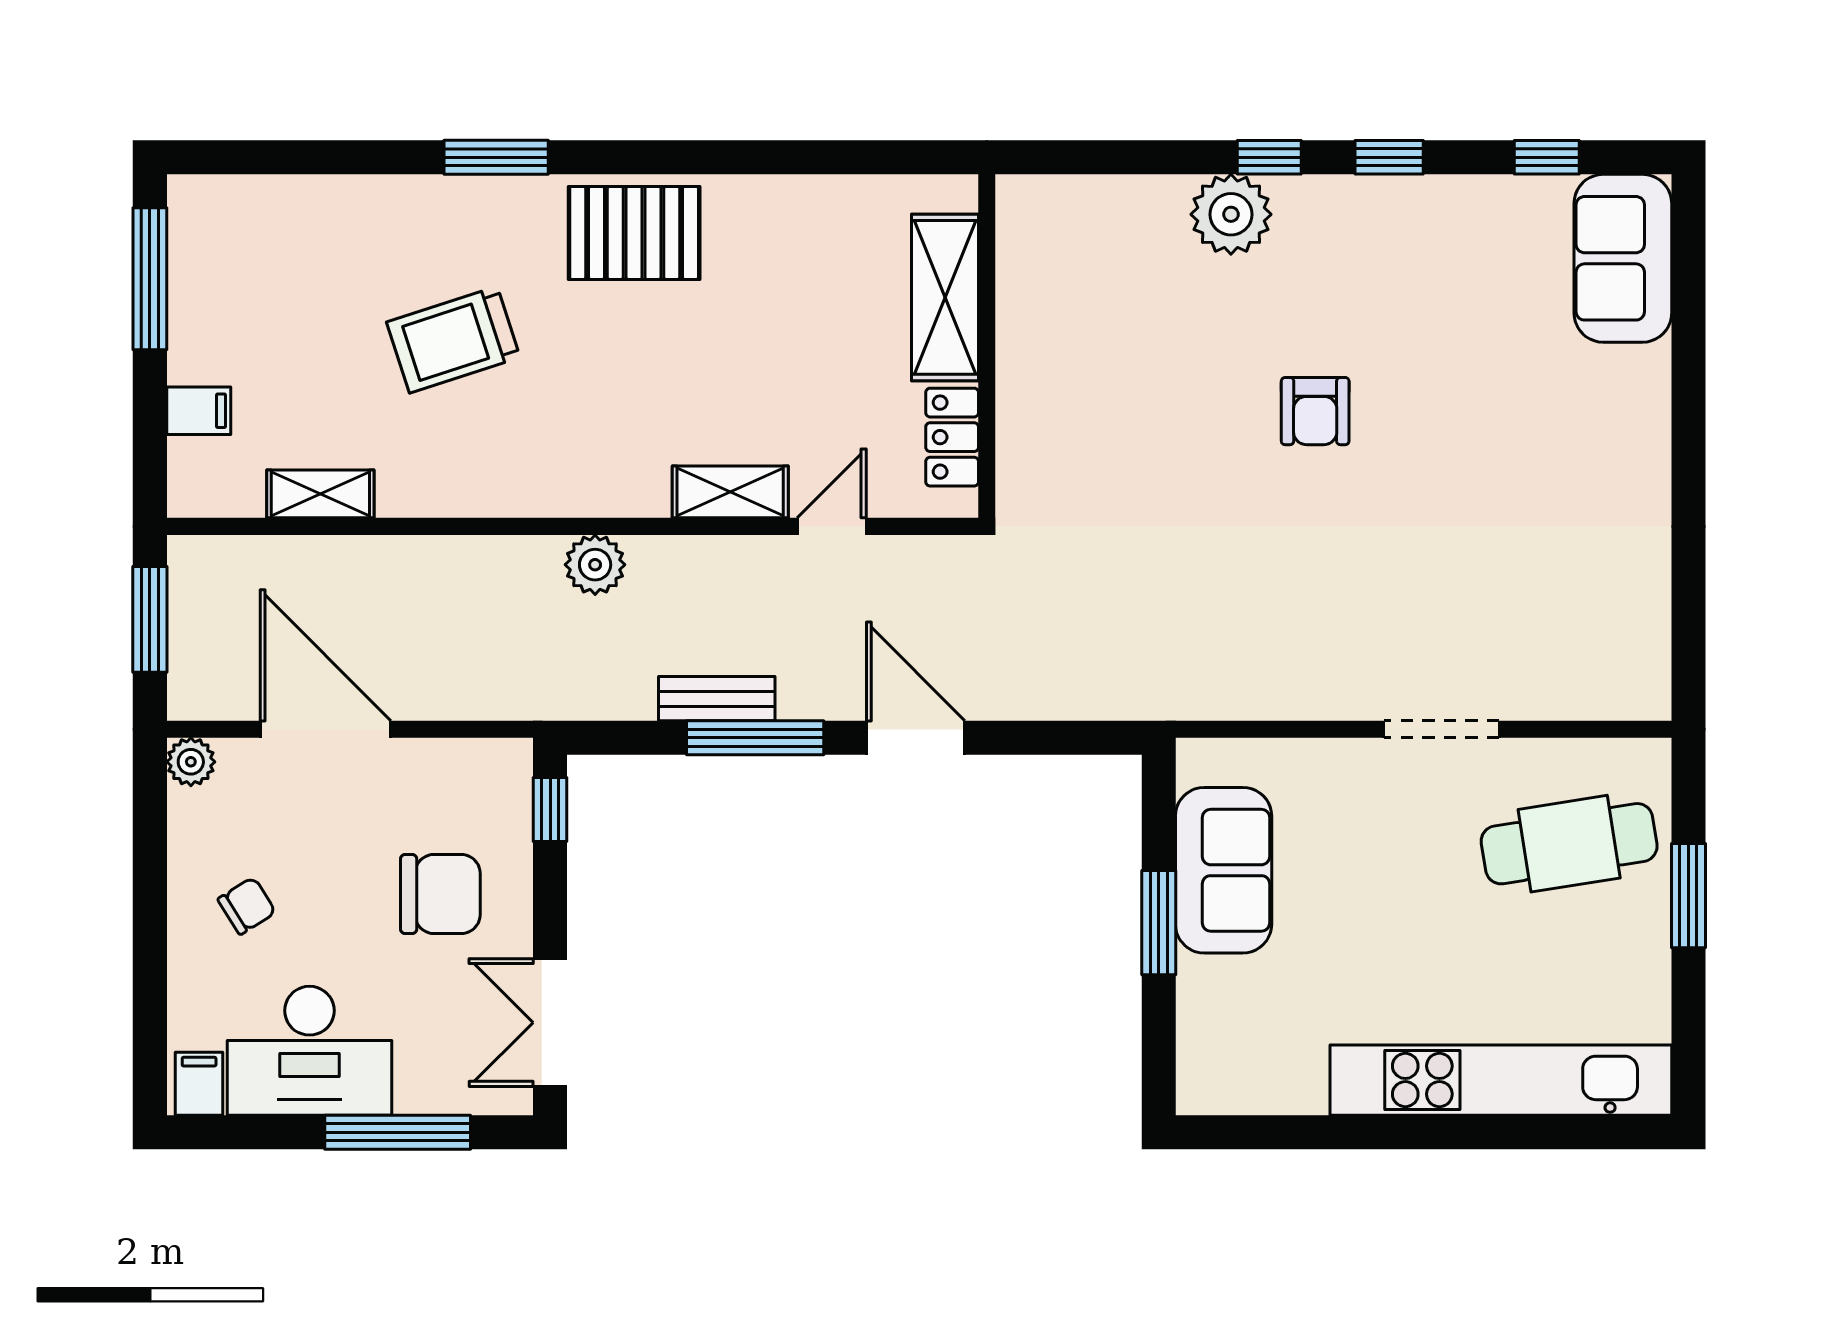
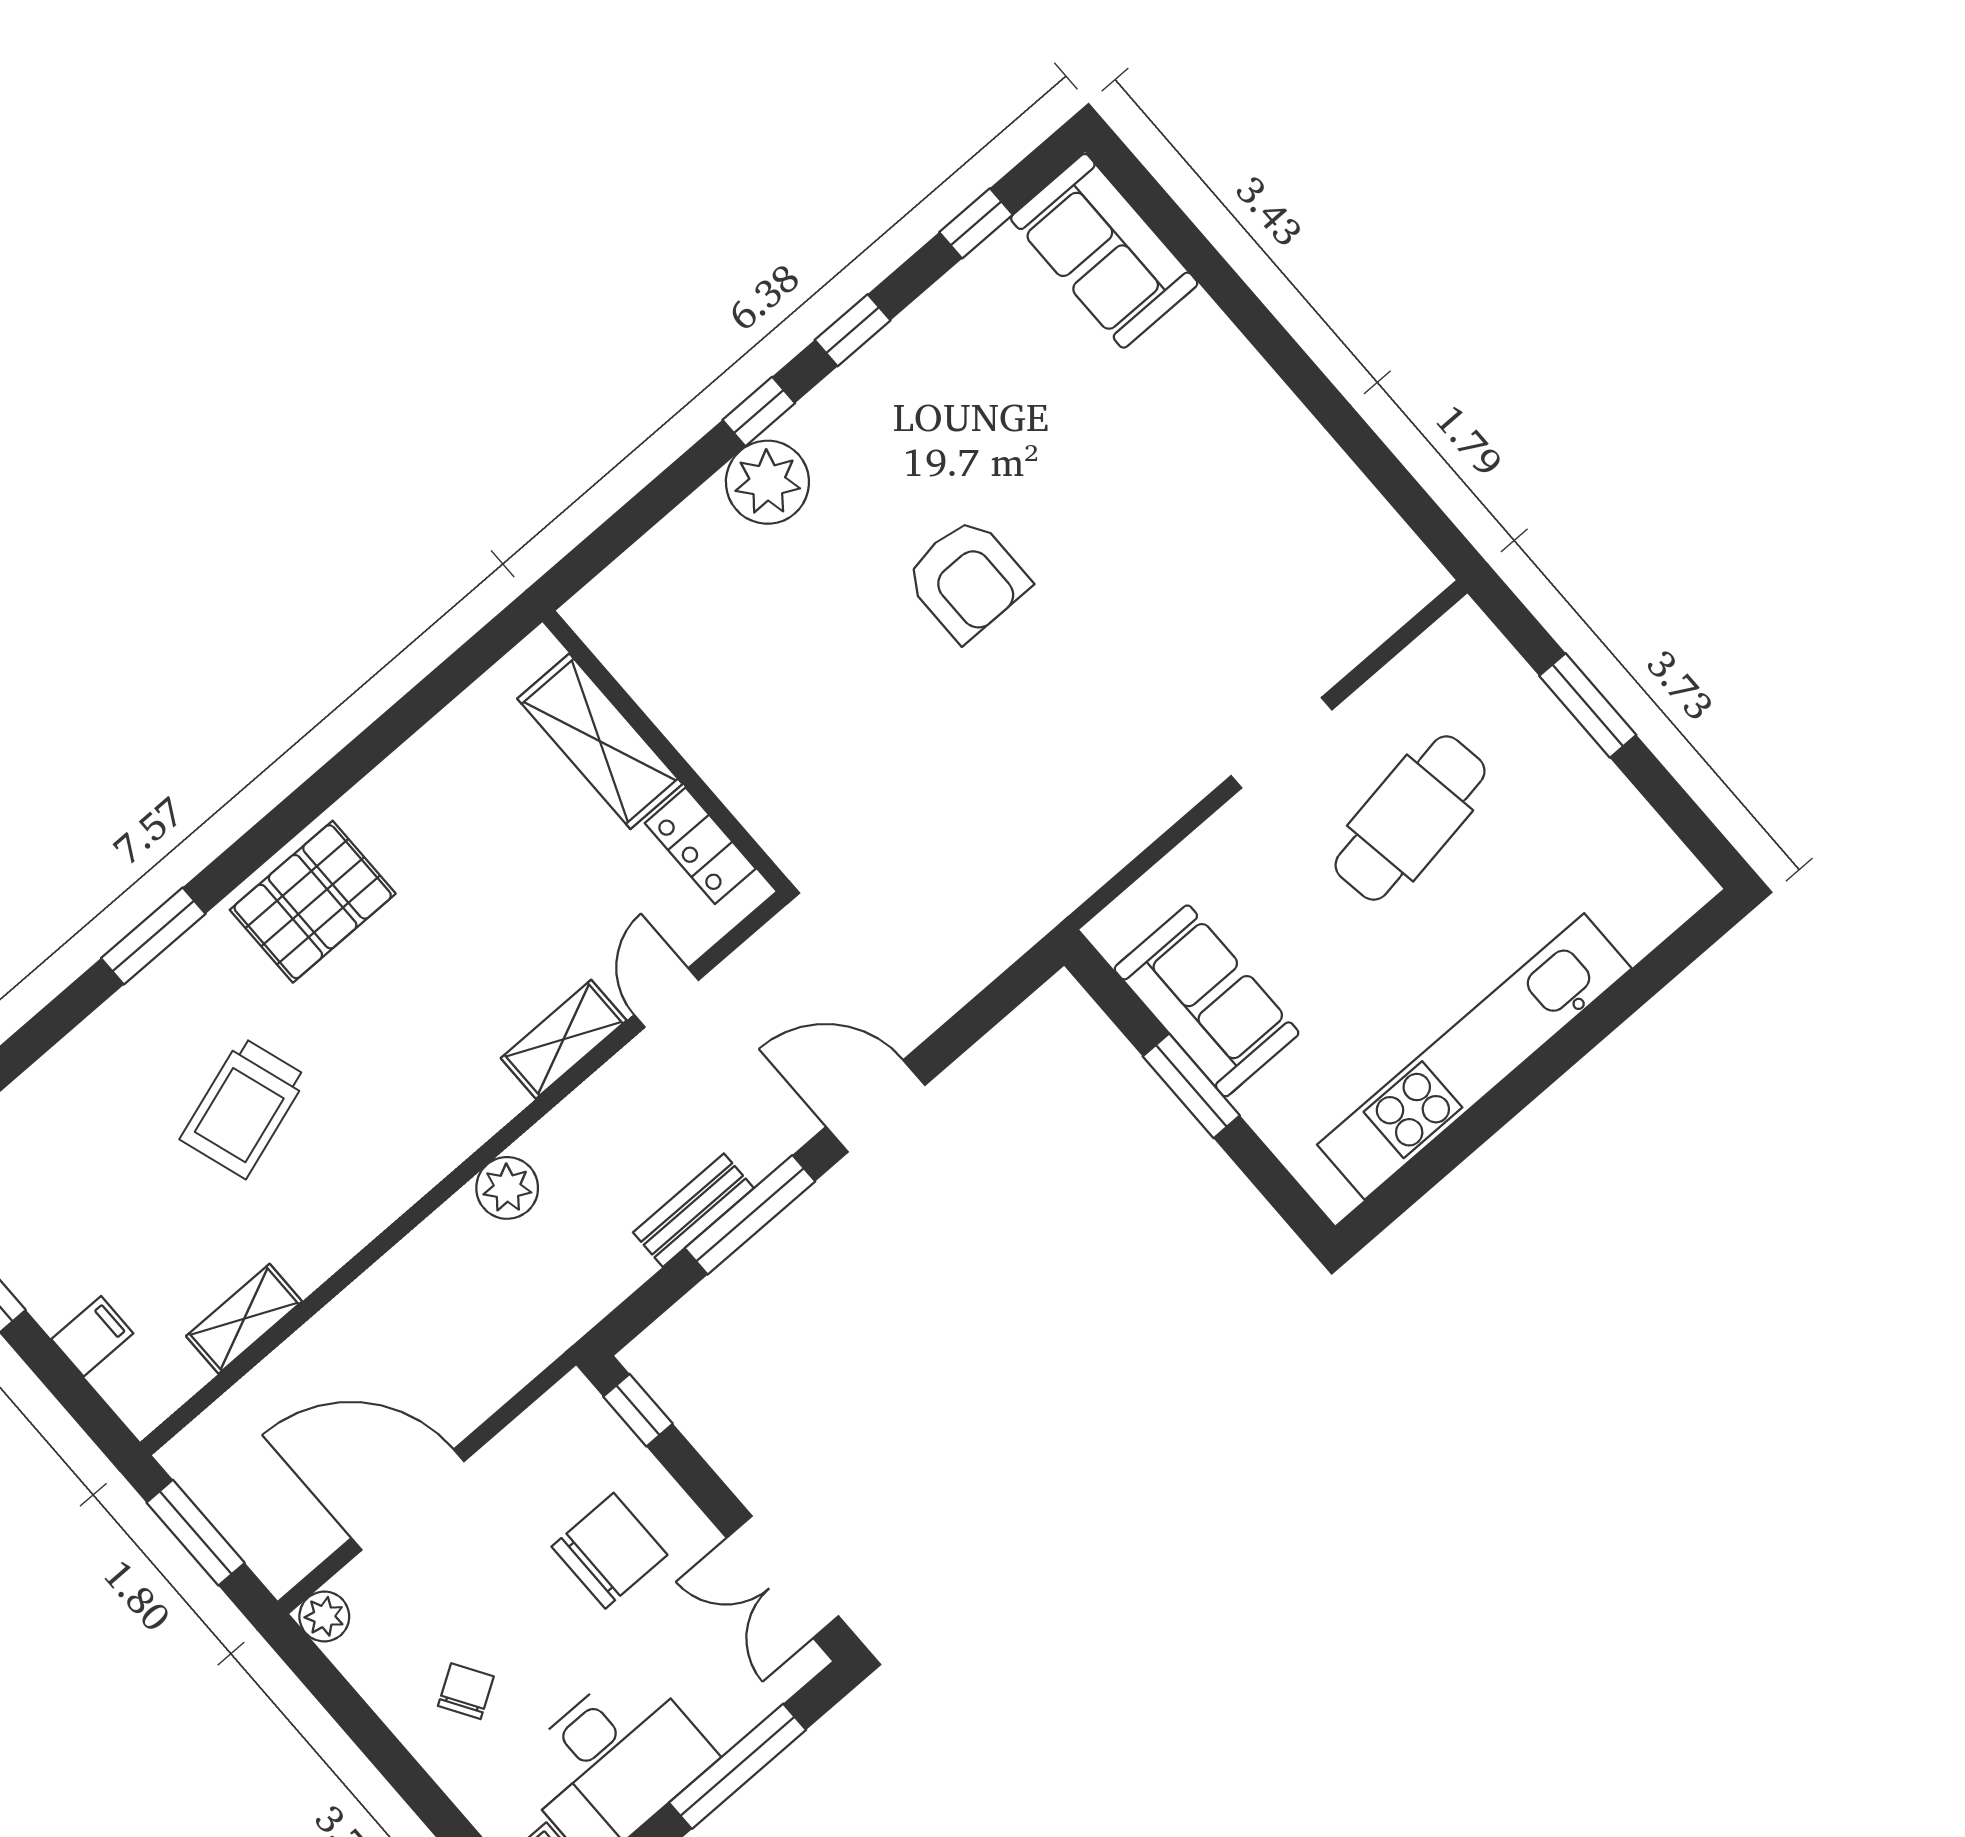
armchair: (1315, 411) -> (967, 579), width x1.38, depth x1.38
cafe table: (1569, 844) -> (1410, 818), moved
kitchen unit: (1501, 1080) -> (1474, 1056), moved

